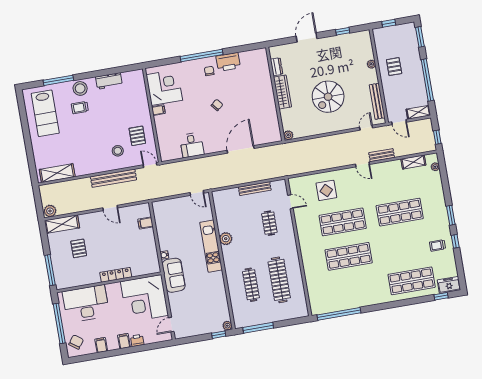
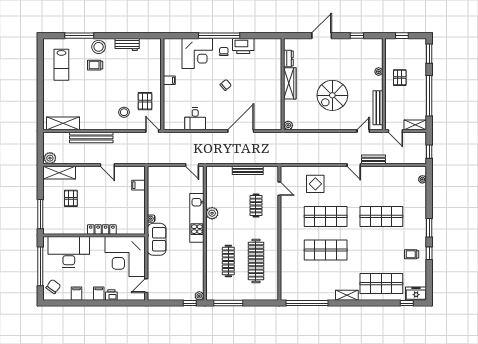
corner desk: (164, 87) -> (197, 53), moved, turned 90
lab bench: (45, 113) -> (61, 65), width x0.73, depth x0.72
shelving: (413, 162) -> (347, 295), moved
bench: (113, 178) -> (91, 137), moved

